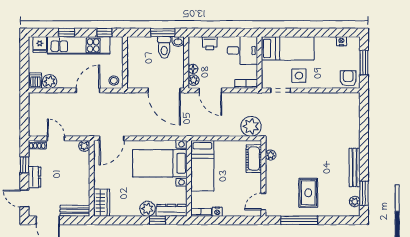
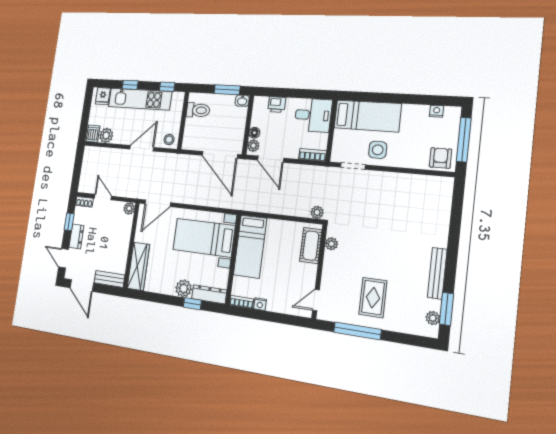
toilet: (164, 47) -> (198, 110), moved, turned -90
window: (364, 63) -> (464, 140), width x1.44
plant: (251, 126) -> (317, 212), width x0.53, depth x0.53
wardrobe: (102, 203) -> (138, 266), width x1.50

